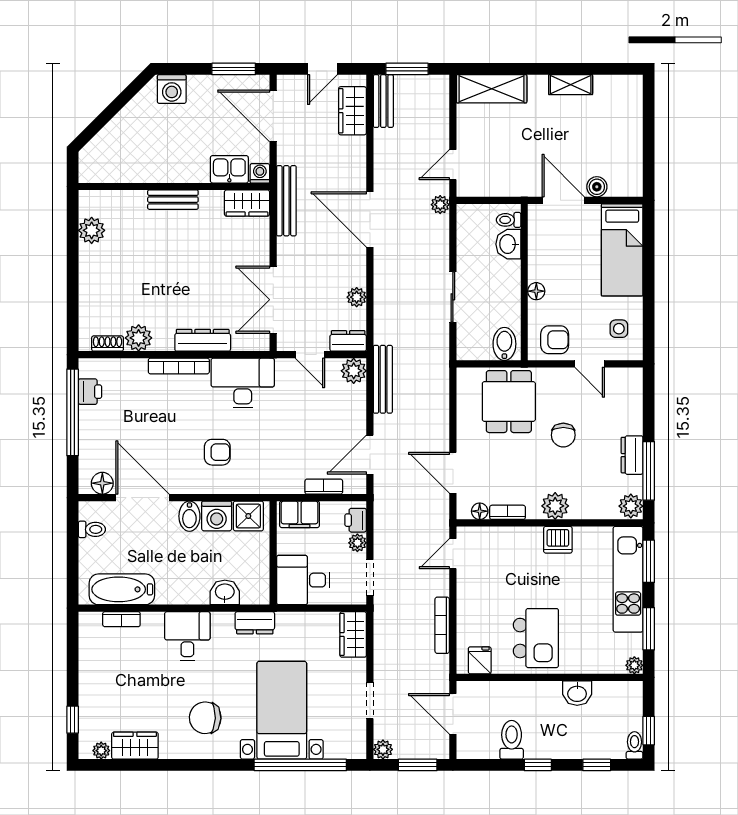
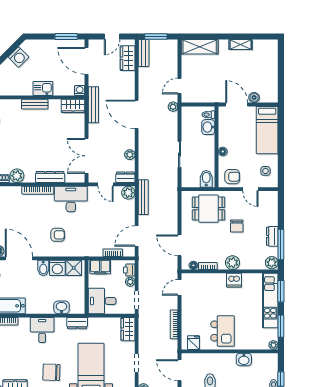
washing machine: (172, 89) -> (19, 57), moved, turned -45
kitchen sink: (229, 169) -> (43, 88), moved
dining table: (509, 402) -> (209, 209), turned 90

